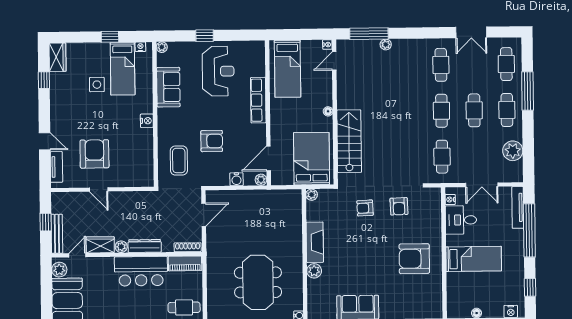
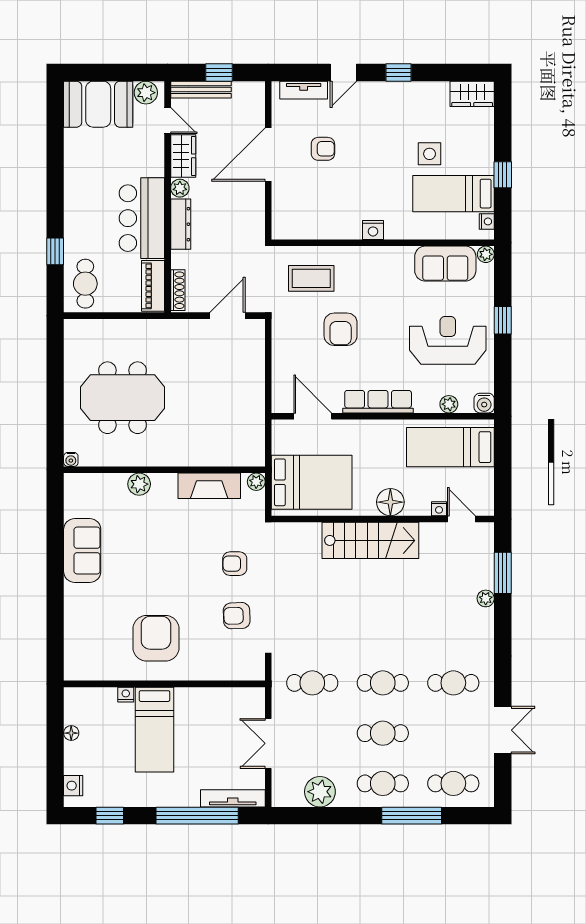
double door: (471, 32) -> (503, 730), swing flipped
window: (369, 34) -> (503, 573), width x0.69
nightstand: (327, 45) -> (439, 509), moved
reception desk: (218, 71) -> (448, 340), turned 180
window: (44, 80) -> (399, 73), moved
sofa: (168, 87) -> (445, 264), moved
row of seats: (258, 100) -> (378, 402), moved
floor lamp: (328, 111) -> (390, 502), width x1.89, depth x1.89
stairs: (349, 141) -> (370, 540), moved
armchair: (94, 154) -> (323, 149), width x0.53, depth x0.53
water cooler: (236, 179) -> (484, 403), moved, turned -90
plant: (261, 180) -> (449, 404), moved
door: (99, 189) -> (268, 155), width x1.87
nightstand: (450, 200) -> (126, 695), moved
armchair: (365, 208) -> (235, 564), turned -87
door: (204, 215) -> (227, 316), swing flipped
desk: (461, 220) -> (215, 711), removed
fireplace: (315, 242) -> (209, 486), moved

